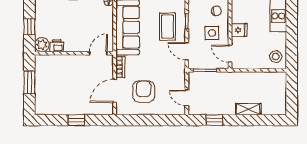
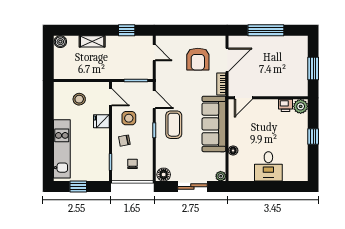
window: (29, 27) -> (313, 136), moved
stool: (276, 57) -> (79, 99), moved
boiler: (280, 109) -> (60, 42), added
window: (76, 120) -> (266, 30), width x2.17

